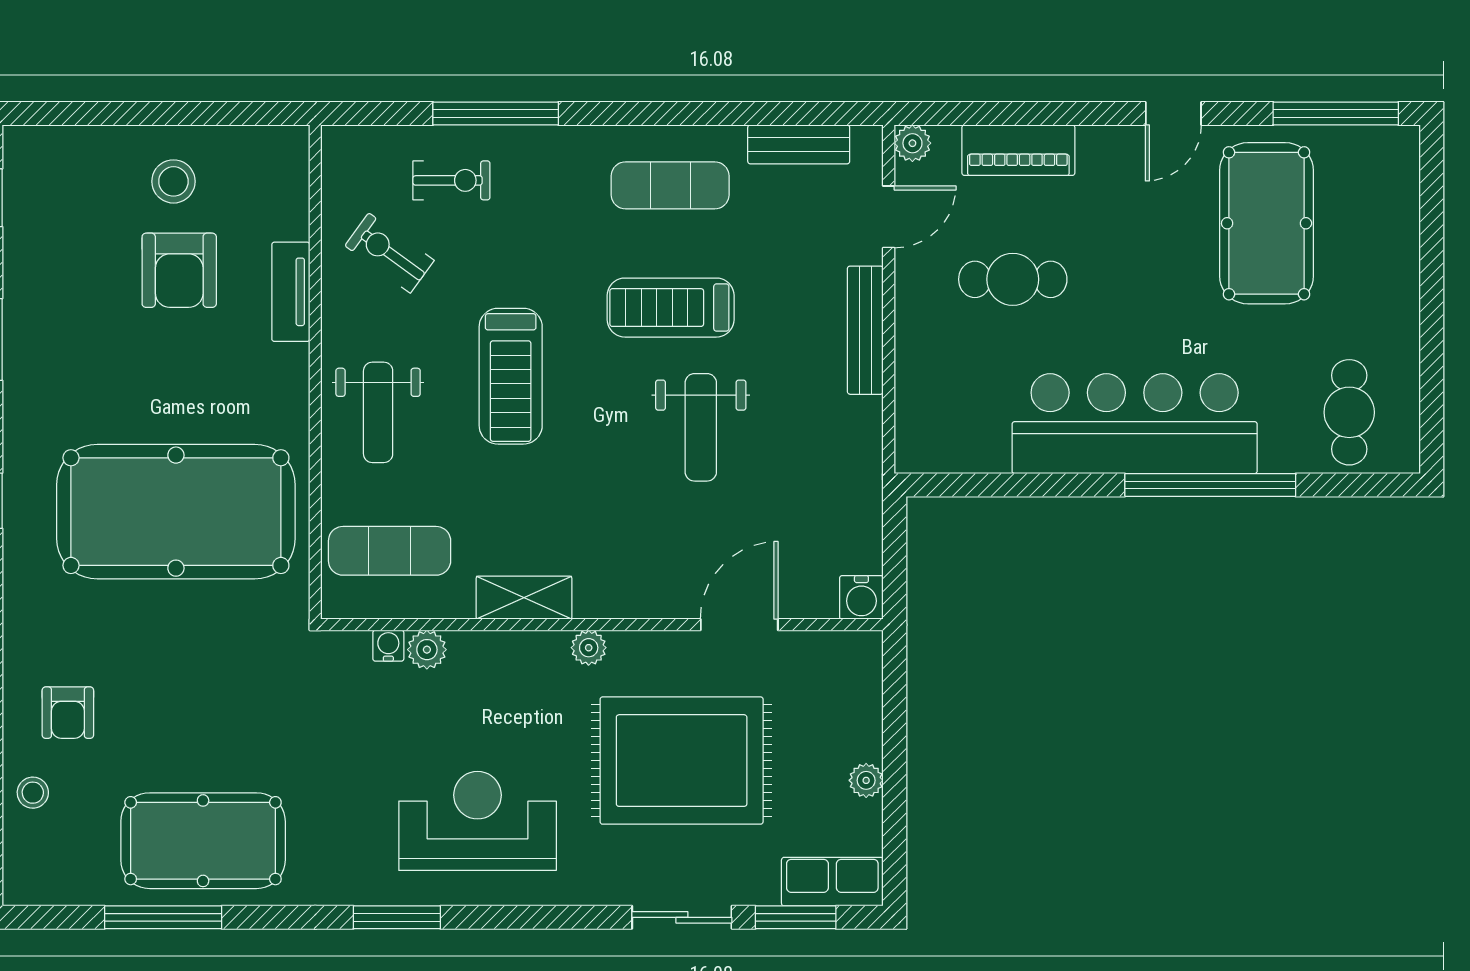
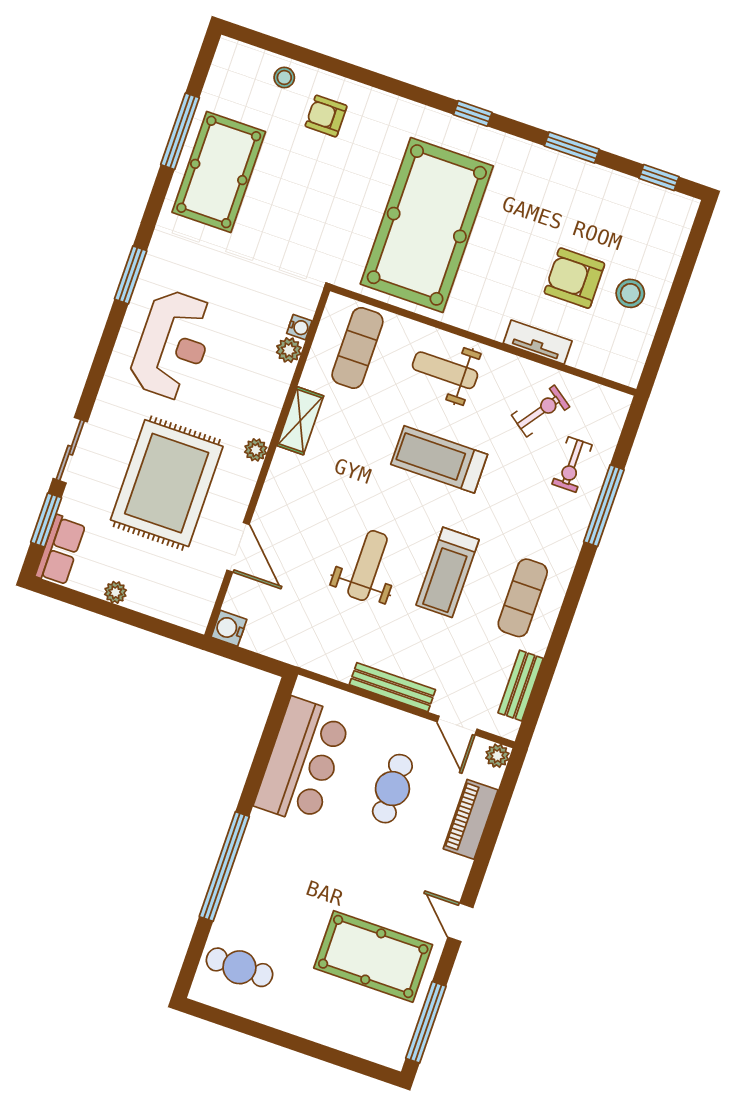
treadmill: (671, 308) -> (448, 572), turned 180
bar counter: (1135, 424) -> (303, 761), moved, width x0.73
weight bench: (701, 427) -> (367, 565), turned 90

